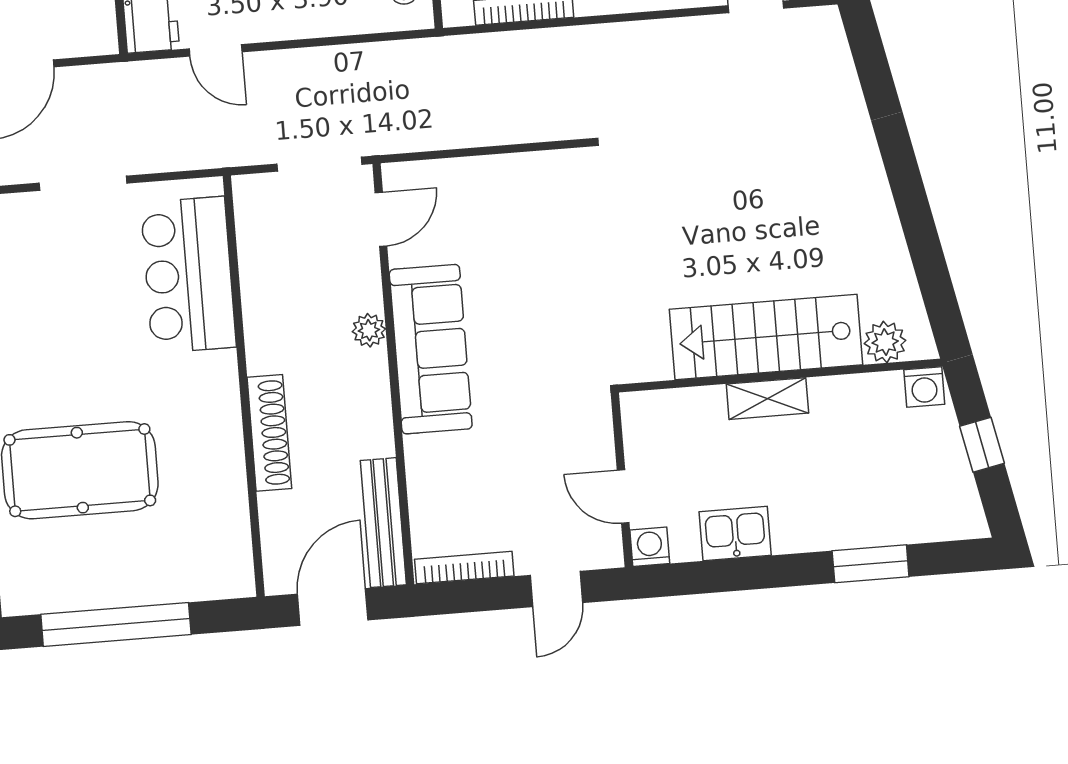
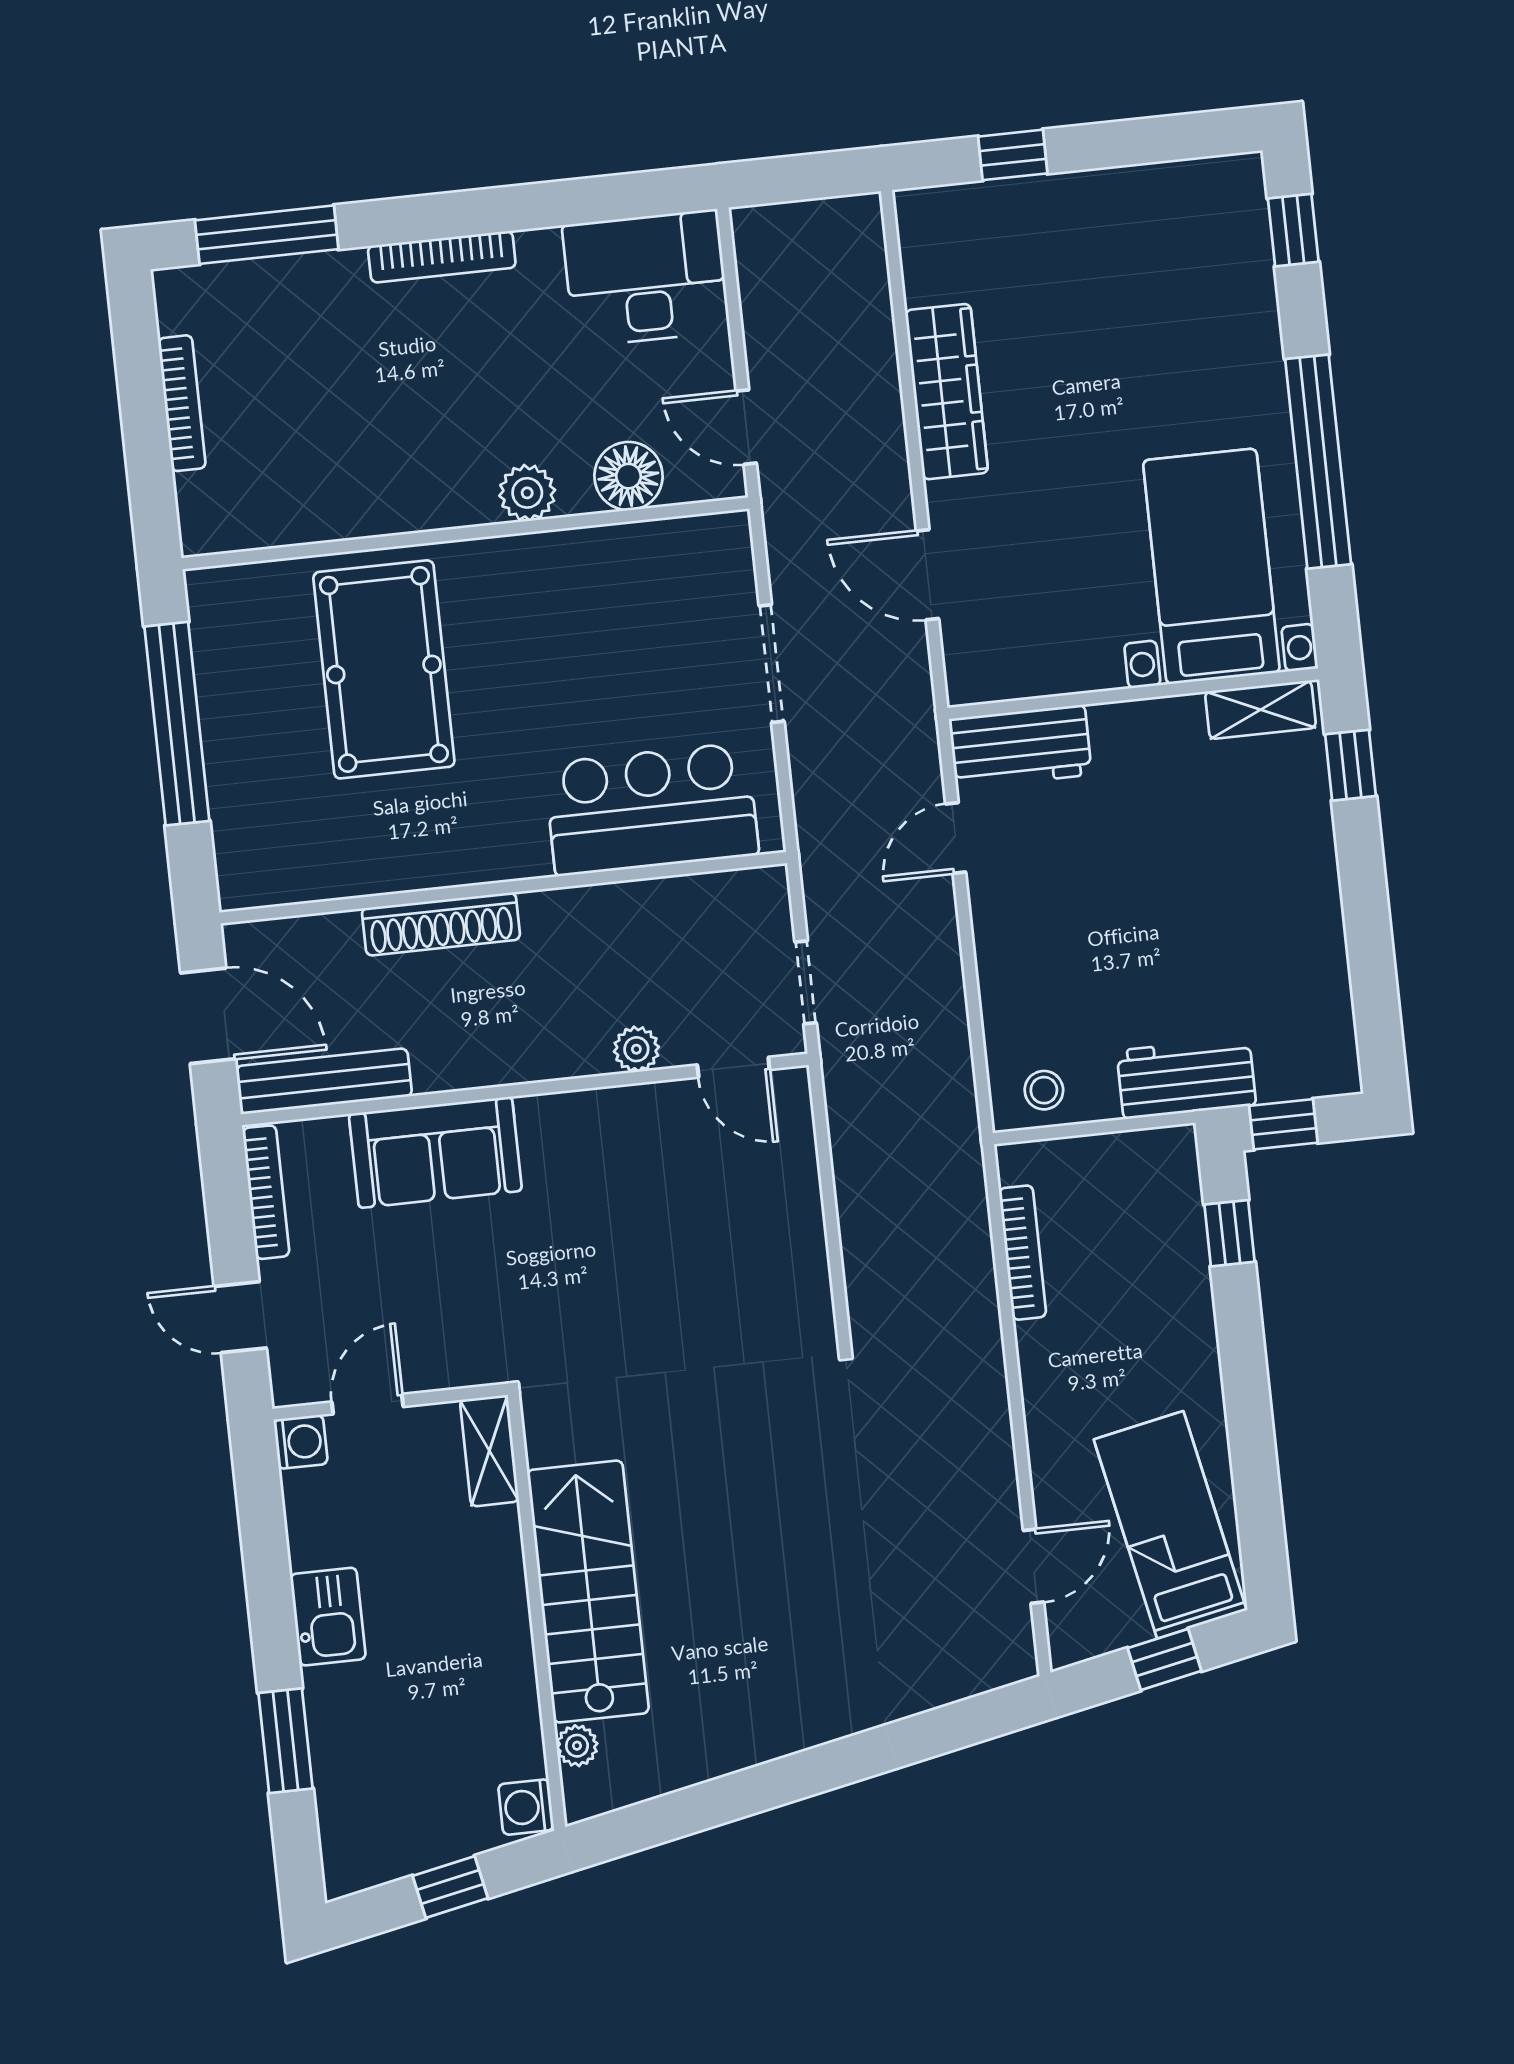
doorway: (320, 164) -> (806, 982), width x0.73
plant: (369, 330) -> (636, 1049), moved
plant: (885, 342) -> (577, 1746), width x0.73, depth x0.73
sofa: (431, 349) -> (435, 1152), moved, width x0.73
shelving: (767, 399) -> (489, 1451), moved
kitchen sink: (735, 533) -> (328, 1617), moved

